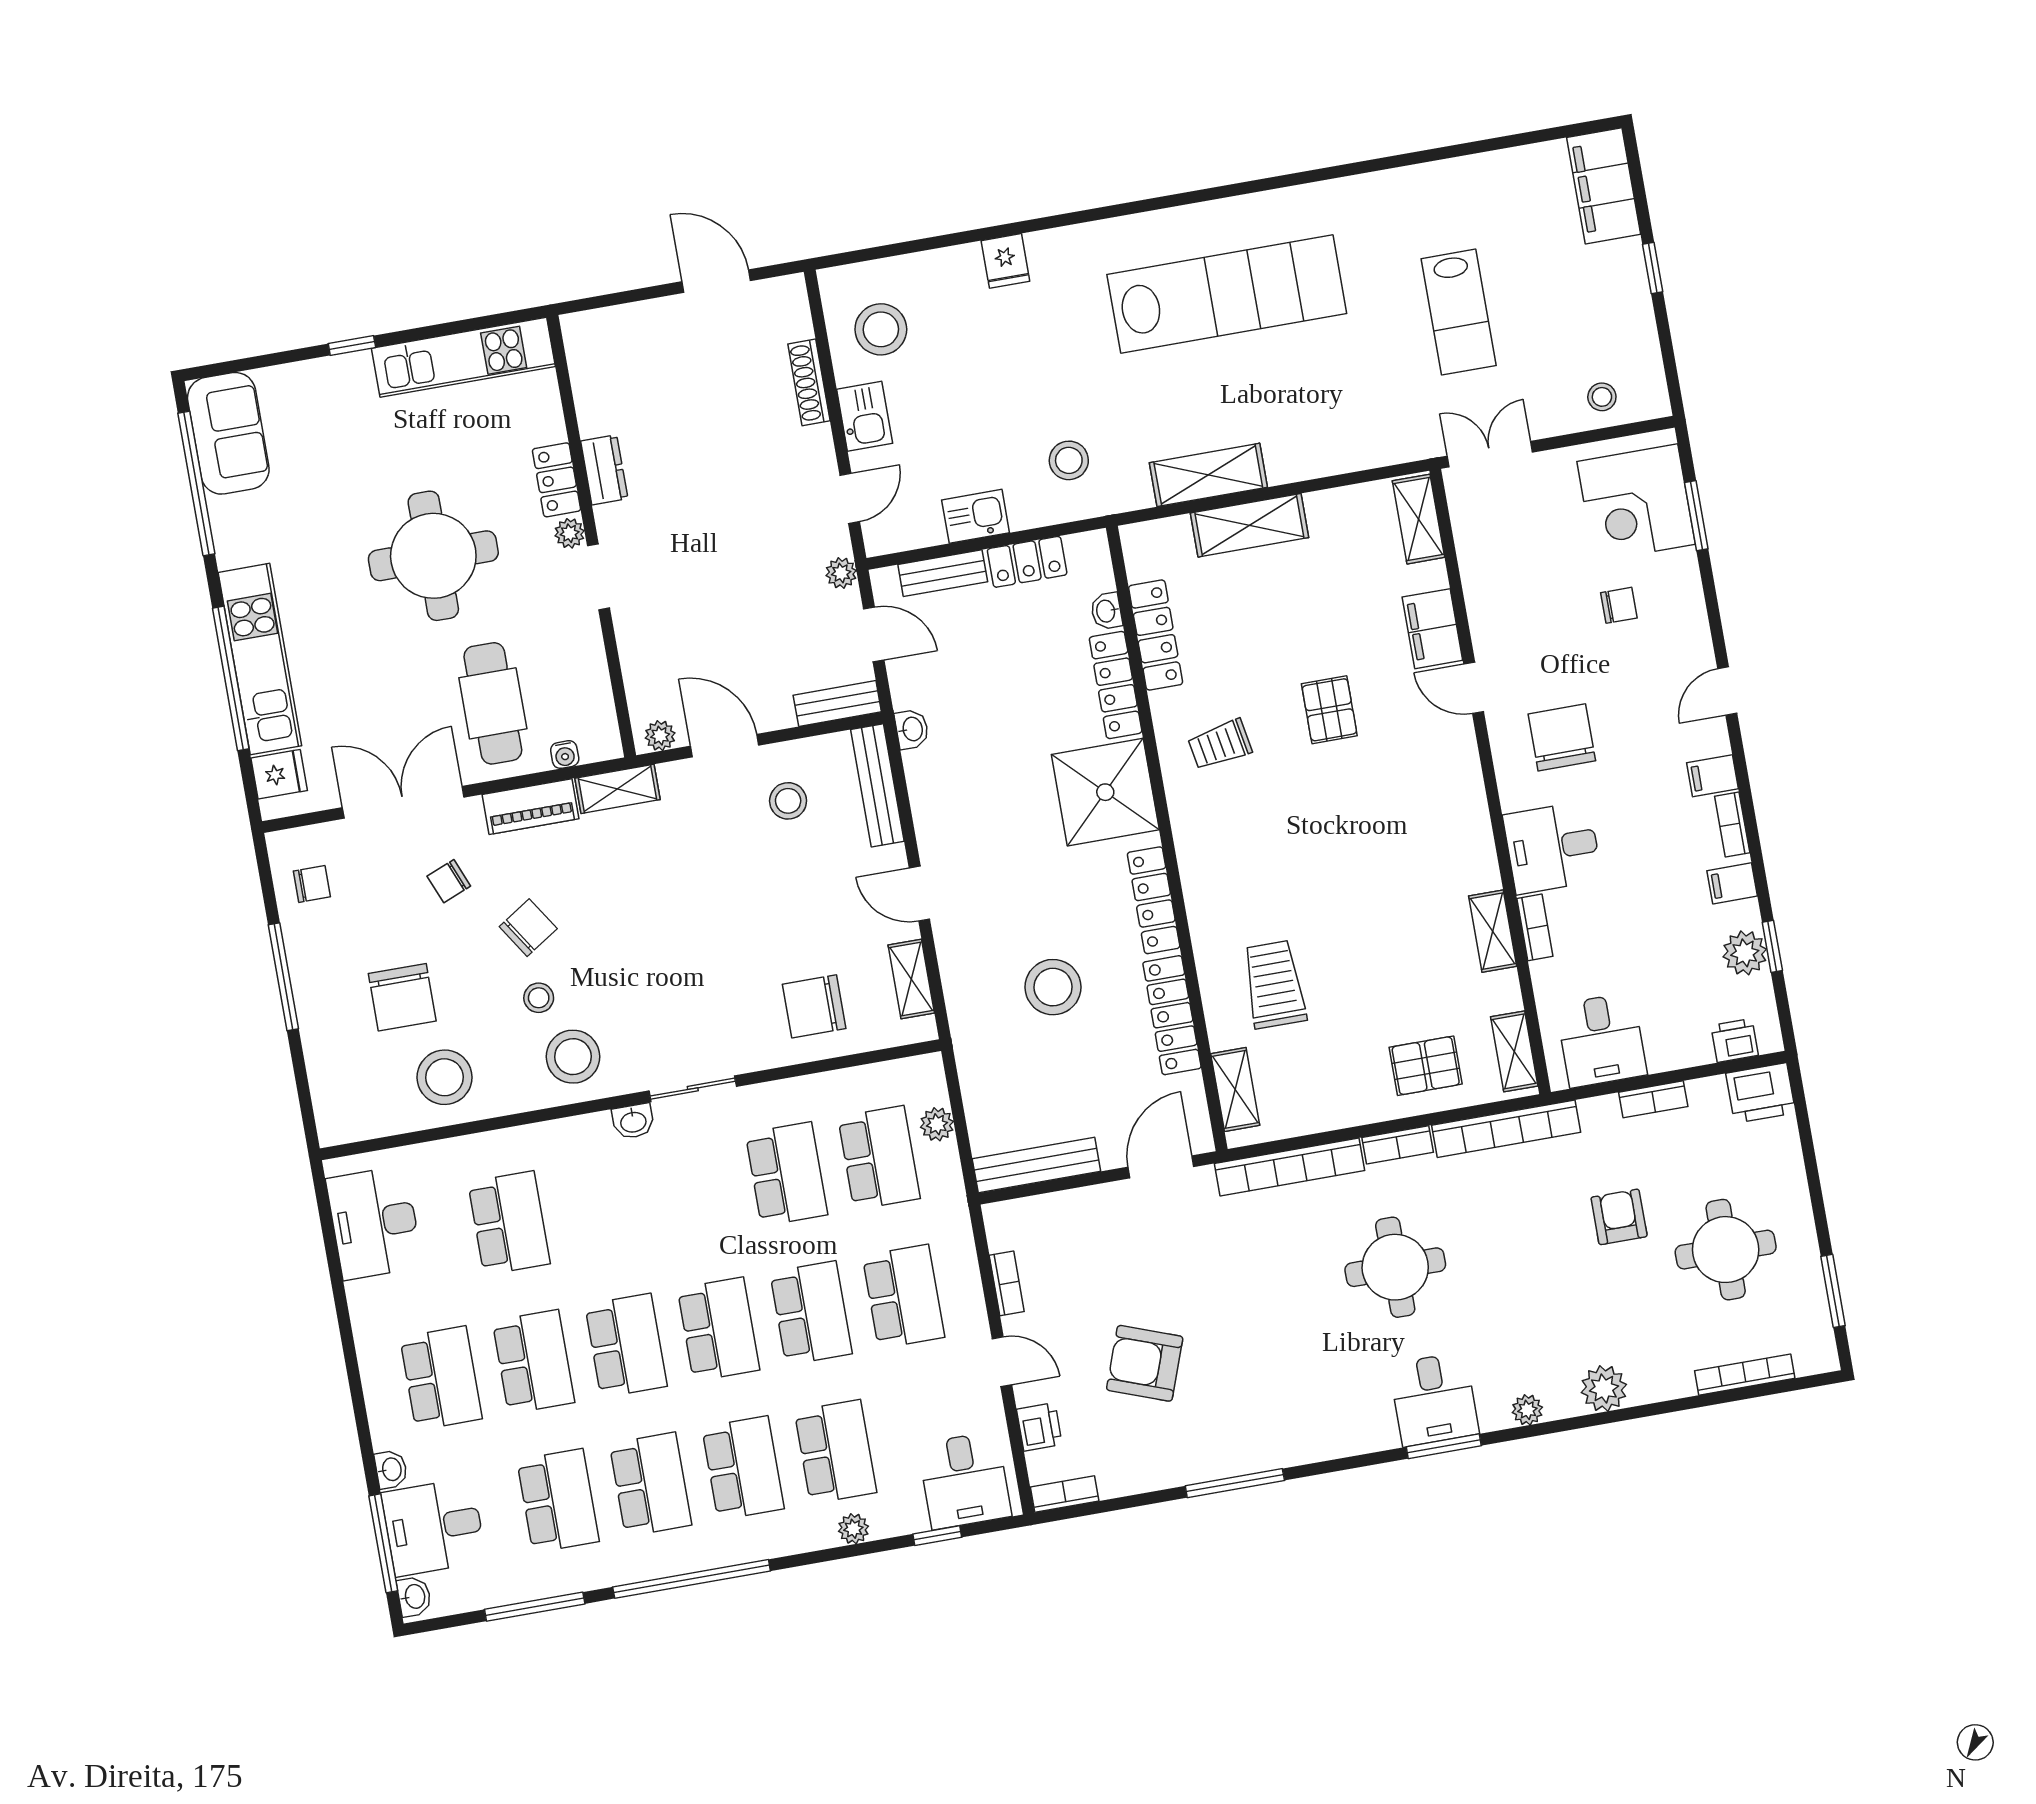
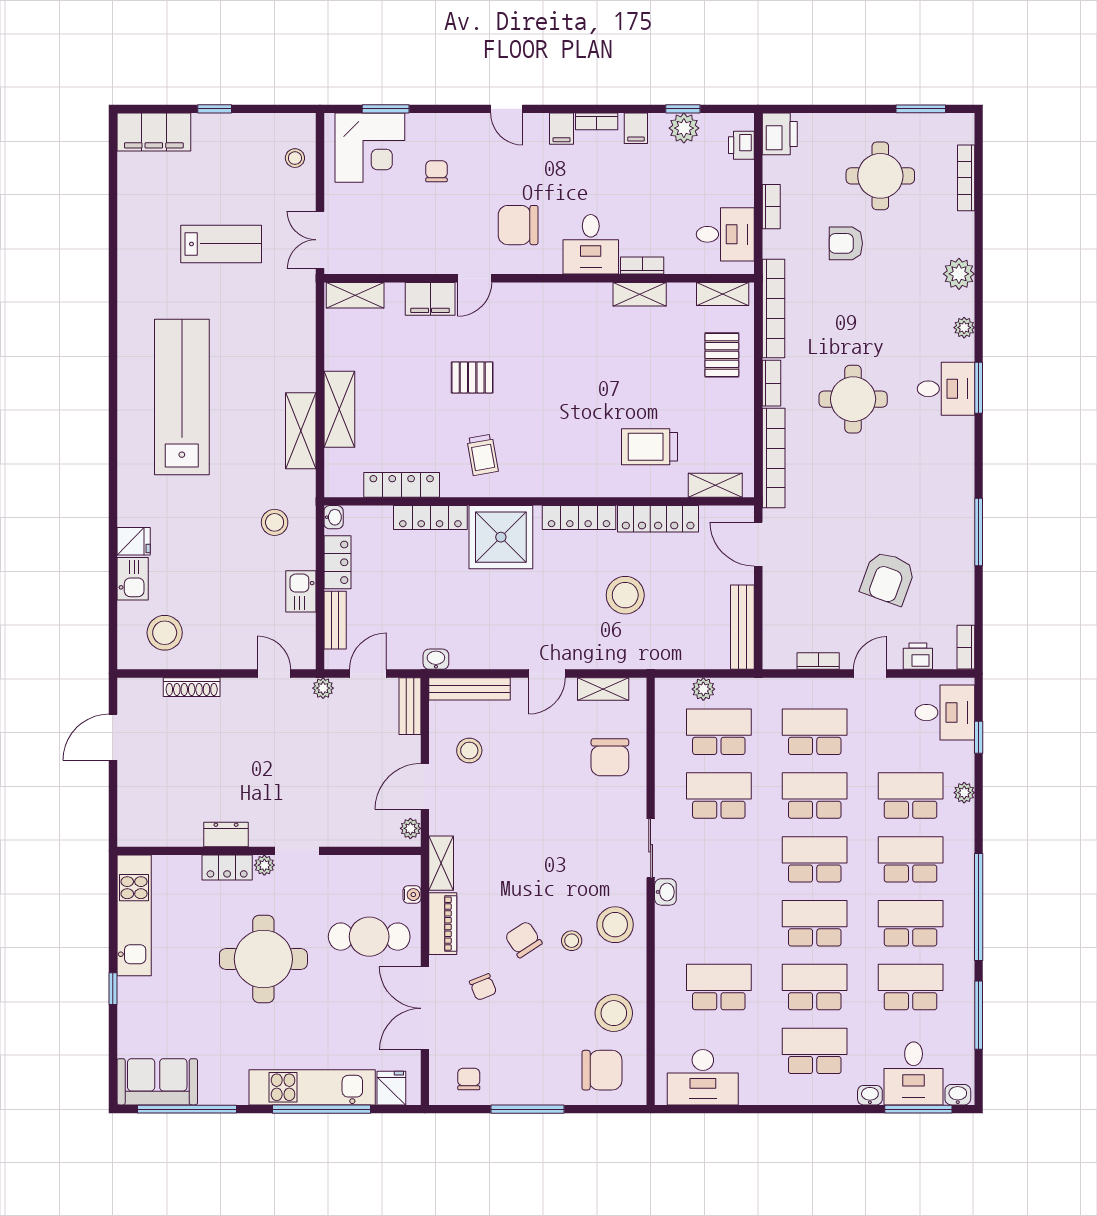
kitchen sink: (865, 416) -> (133, 579), moved, turned 90
washbasin: (1106, 611) -> (334, 517), moved, turned -90
chair: (402, 997) -> (602, 1070), moved

